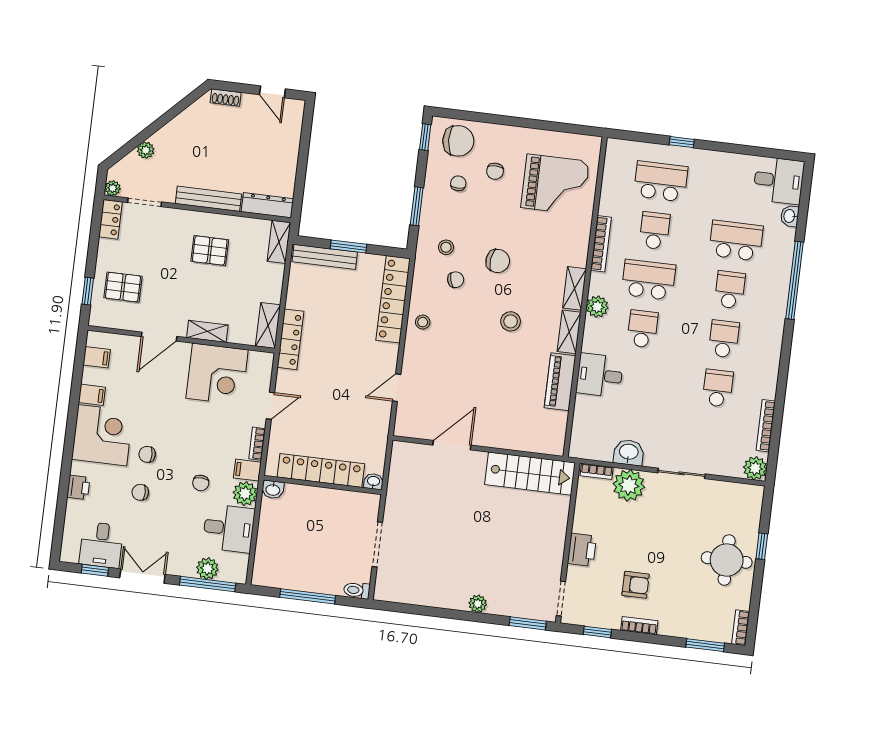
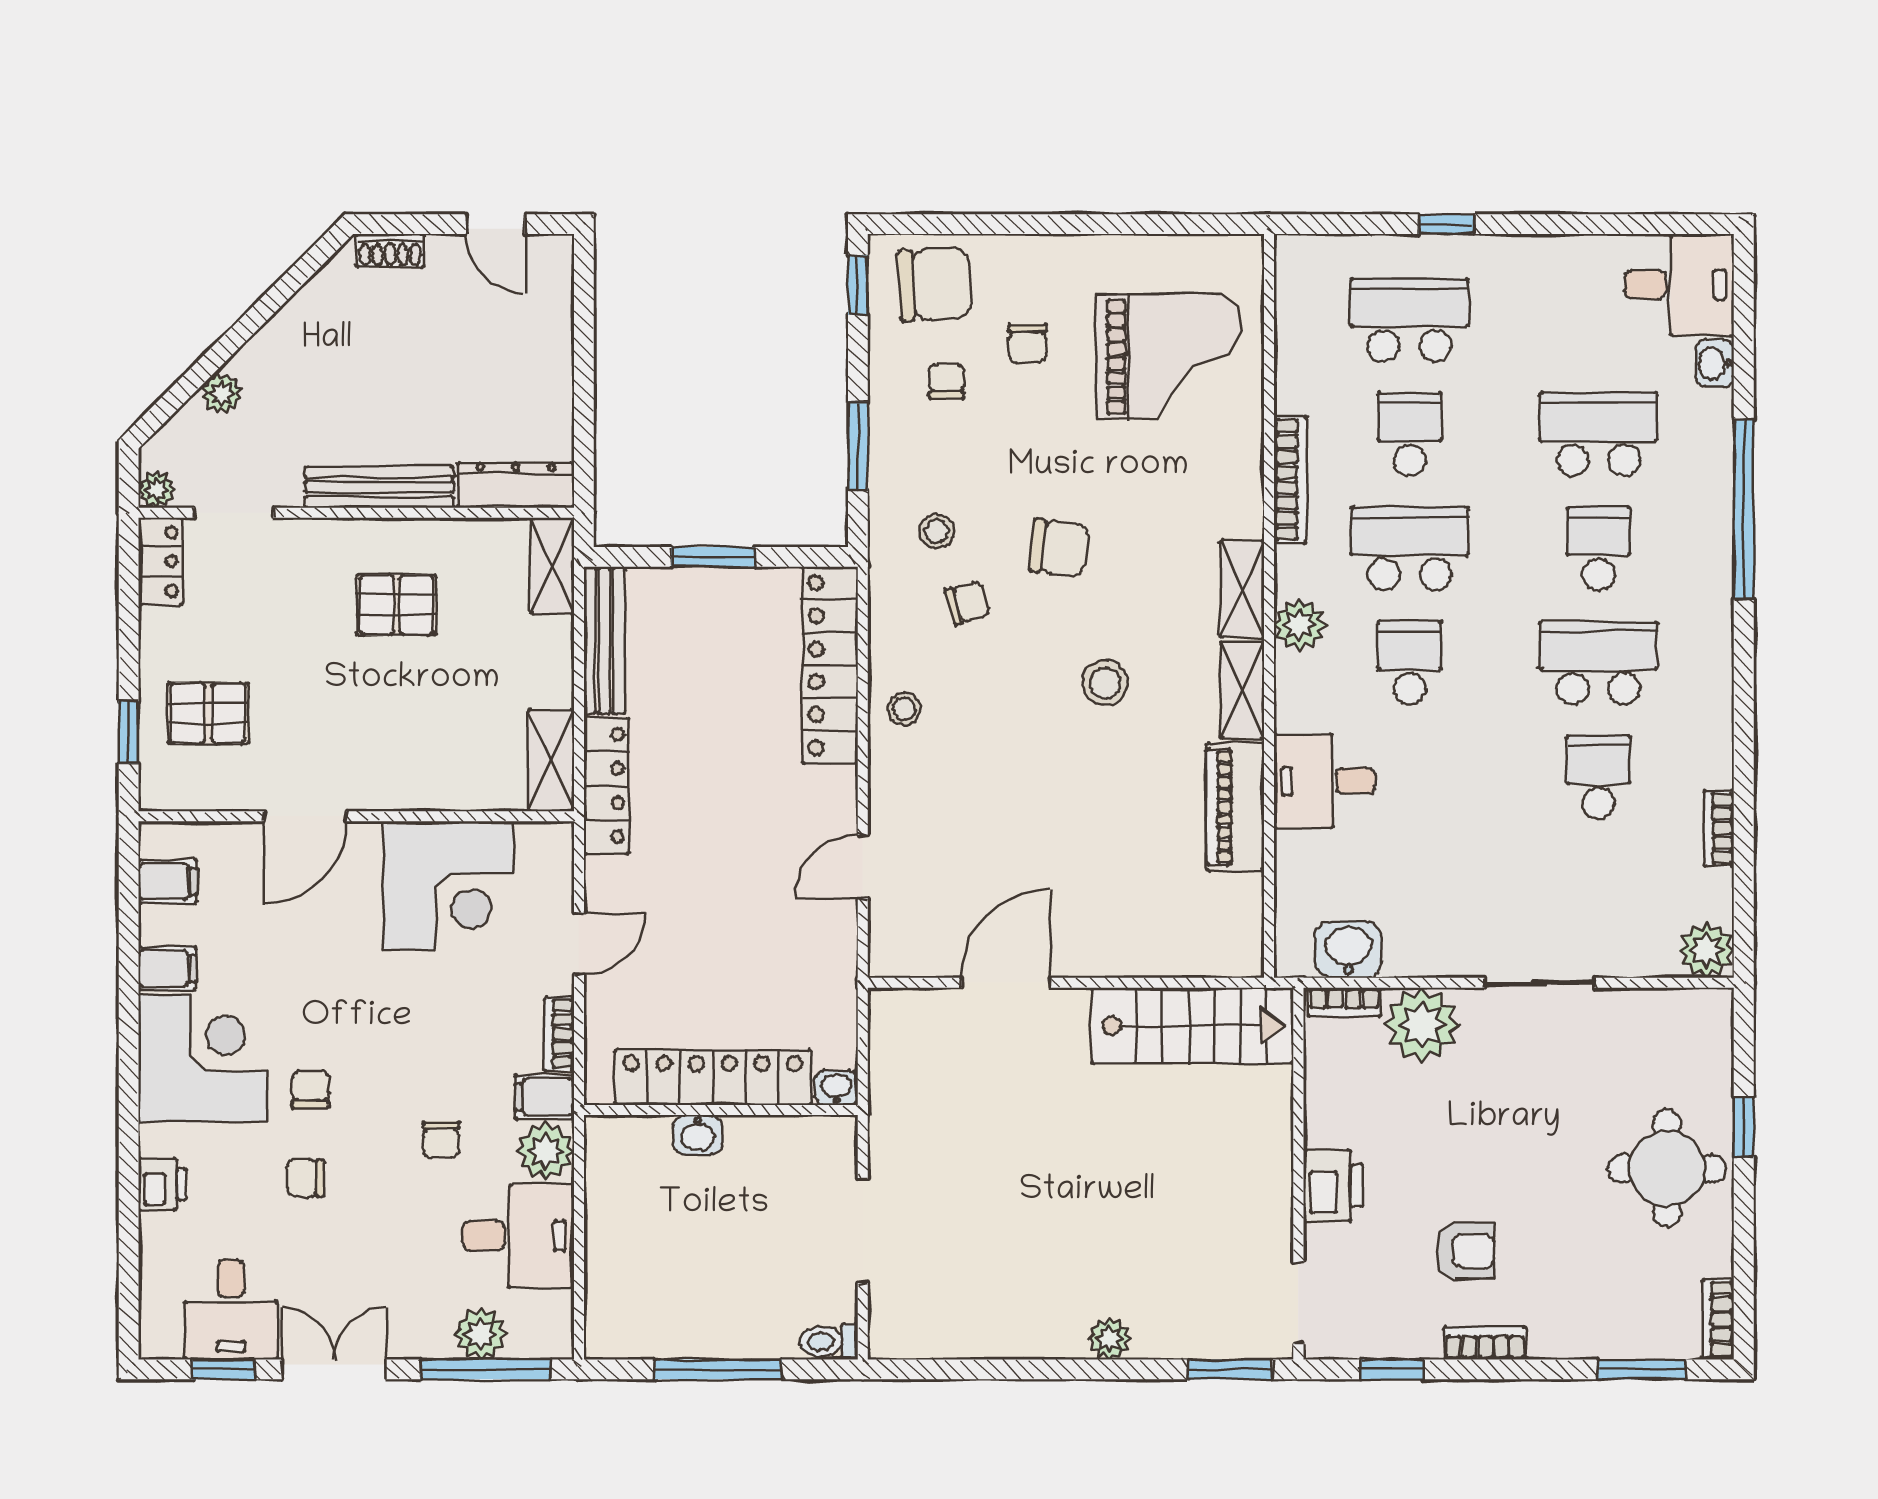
bench: (325, 257) -> (604, 640), moved, turned 90
shelving: (207, 331) -> (414, 791), removed
school desk: (724, 339) -> (1598, 663), width x1.85
bookcase: (766, 426) -> (1719, 828), width x0.64
washbasin: (629, 452) -> (1348, 950), moved
chair: (147, 454) -> (310, 1089), turned 90
washbasin: (273, 490) -> (698, 1135), moved

